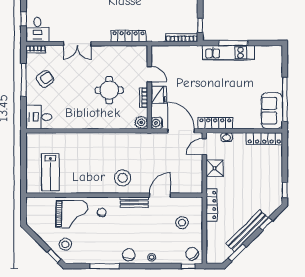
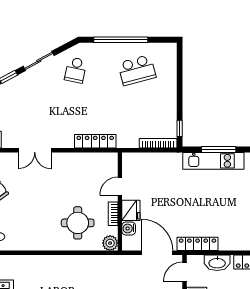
door: (149, 74) -> (120, 186), swing flipped
round table: (109, 90) -> (78, 223), moved
water cooler: (157, 123) -> (129, 228), moved
washbasin: (227, 137) -> (217, 263), width x1.91, depth x1.45

